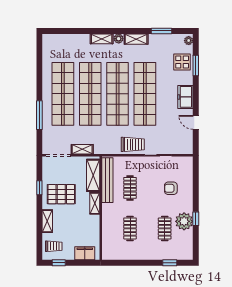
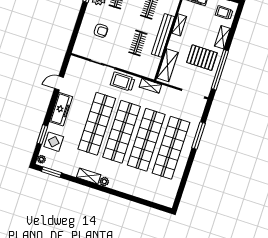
window: (161, 31) -> (52, 172), moved
shelving: (102, 39) -> (120, 186), removed
freezer: (185, 97) -> (61, 109), width x1.40
door: (196, 122) -> (59, 83), swing flipped
shelving: (82, 149) -> (150, 86), moved
bench: (107, 180) -> (163, 35), moved
window: (39, 188) -> (220, 70), width x3.17
shelving: (95, 203) -> (179, 25), moved

